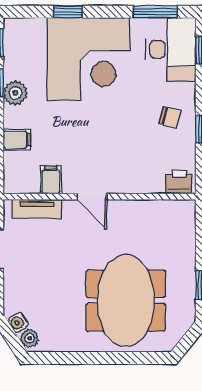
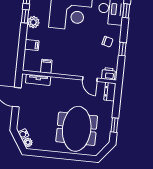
door: (92, 197) -> (90, 79), moved
dresser: (185, 218) -> (110, 92), added

